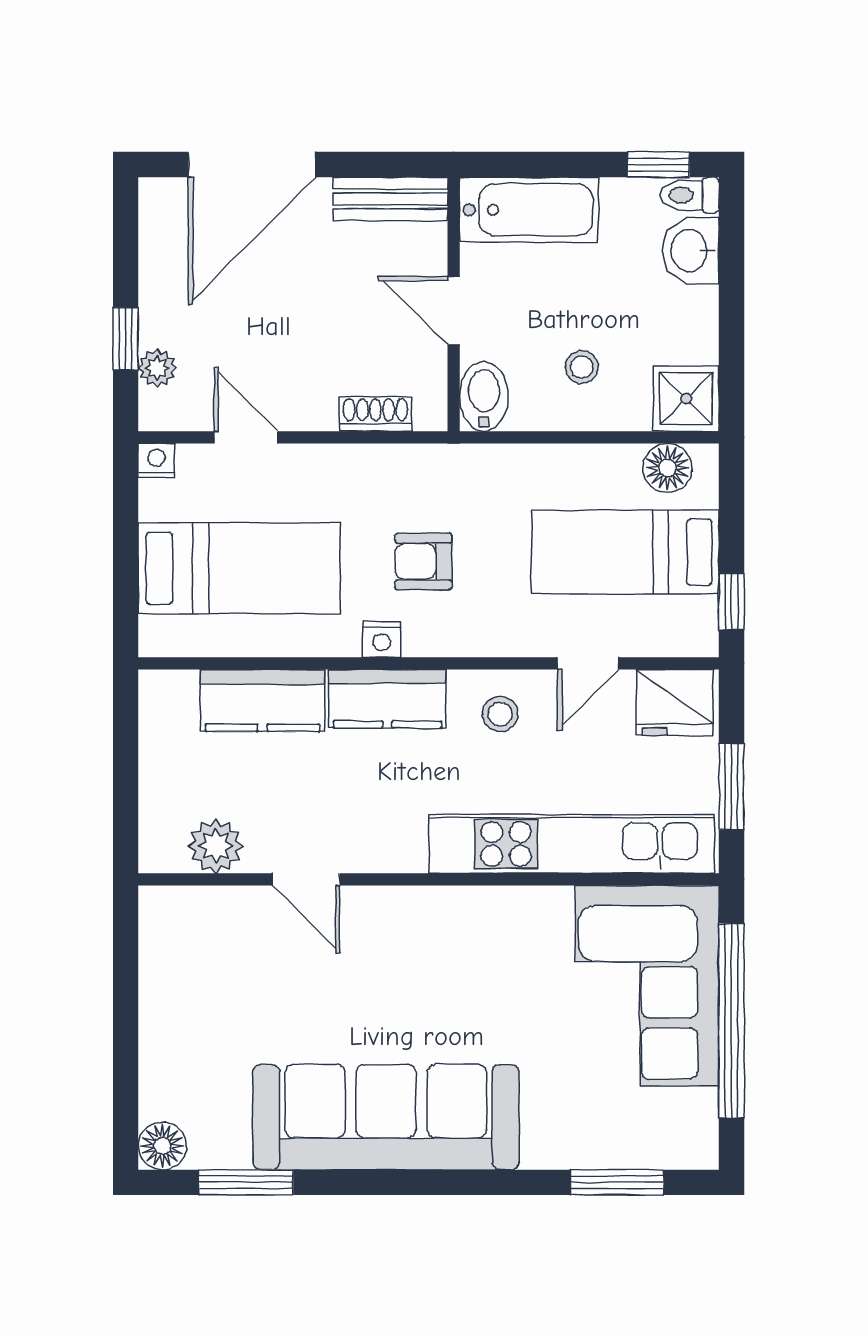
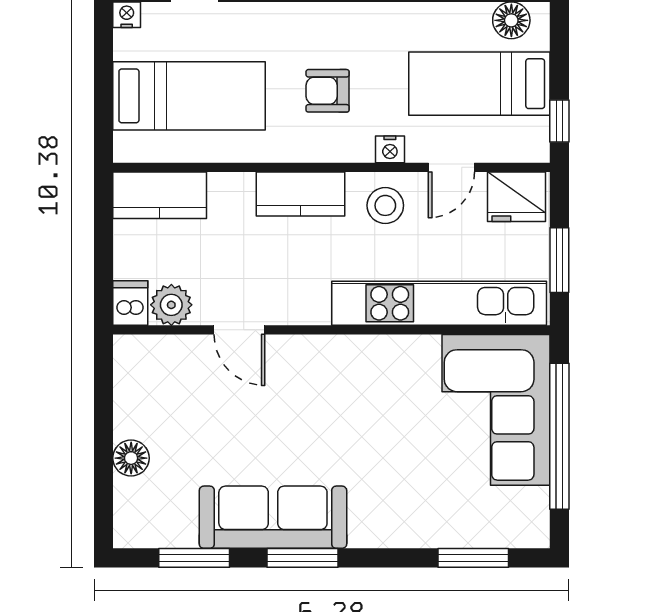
nightstand: (382, 639) -> (390, 149), moved
kitchen counter: (262, 700) -> (160, 195), moved
stool: (500, 714) -> (385, 205), width x1.37, depth x1.37
dishwasher: (161, 844) -> (130, 303), added
sofa: (386, 1117) -> (273, 517), width x0.74, depth x0.79
floor lamp: (162, 1146) -> (131, 458), moved
window: (390, 1182) -> (303, 558), added

